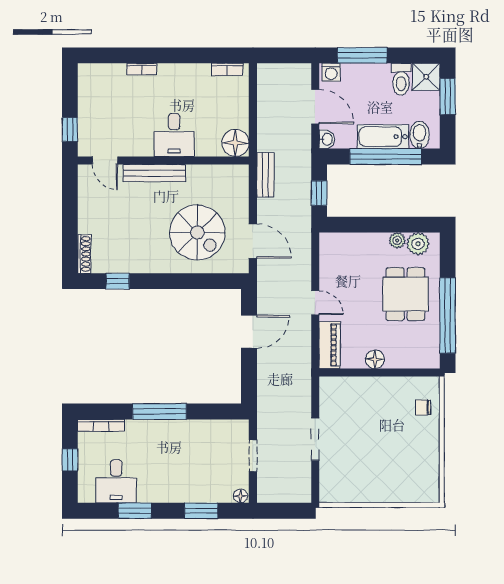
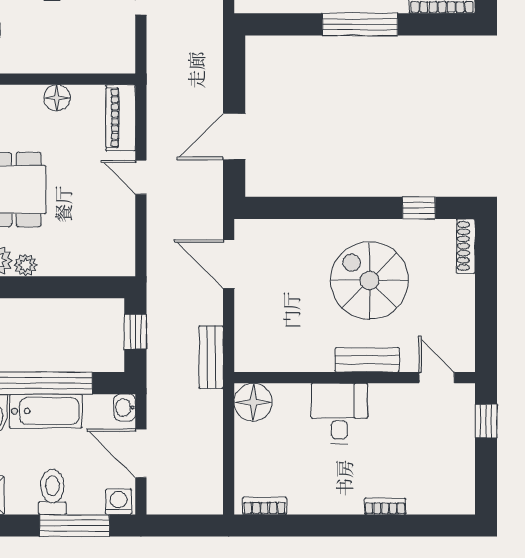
toilet: (401, 79) -> (52, 492), moved
bench: (154, 173) -> (367, 360), width x0.73
spiral stairs: (197, 232) -> (369, 281), moved

